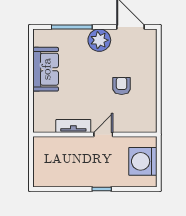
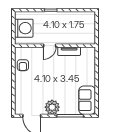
sofa: (46, 69) -> (87, 100), moved
armchair: (122, 86) -> (23, 65), moved

